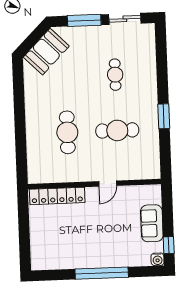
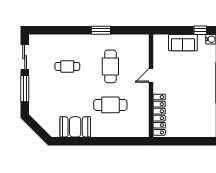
booth: (46, 52) -> (75, 127), moved, turned -45
door: (108, 184) -> (151, 75), swing flipped

